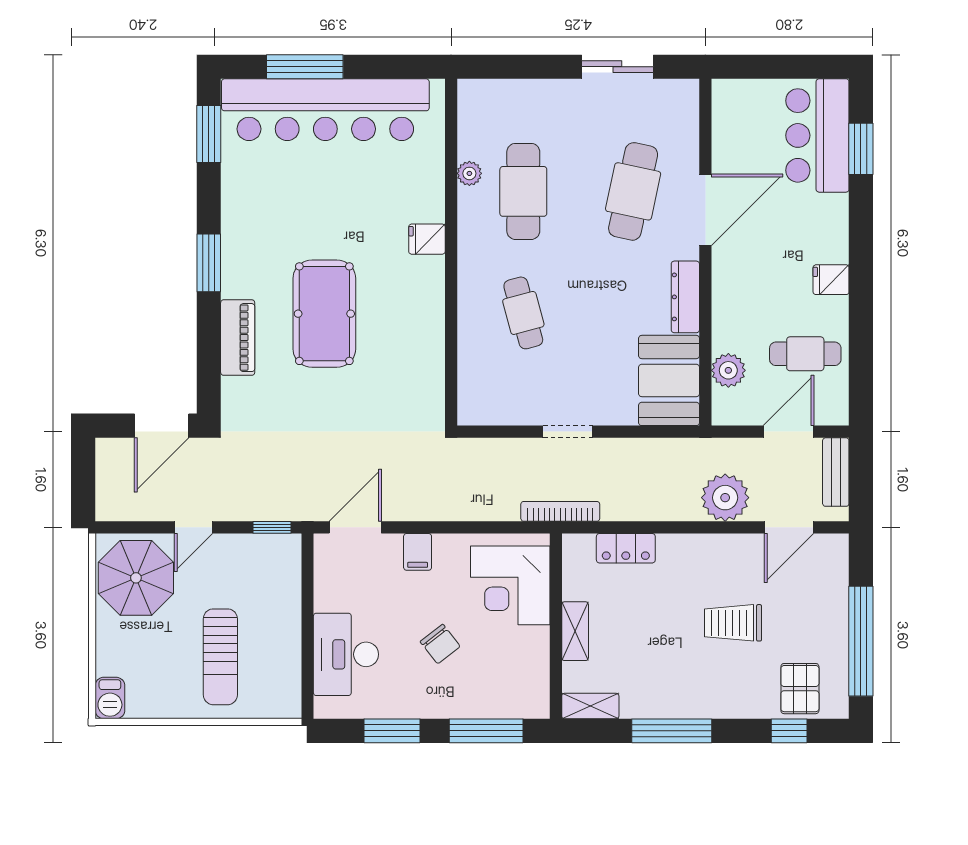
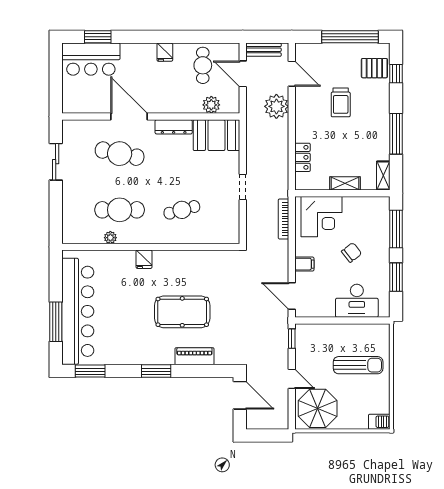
bookcase: (560, 511) -> (284, 219), moved

